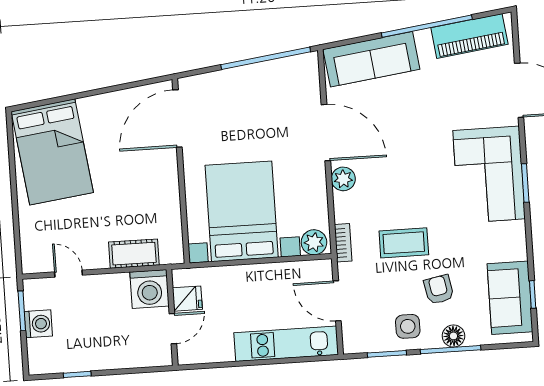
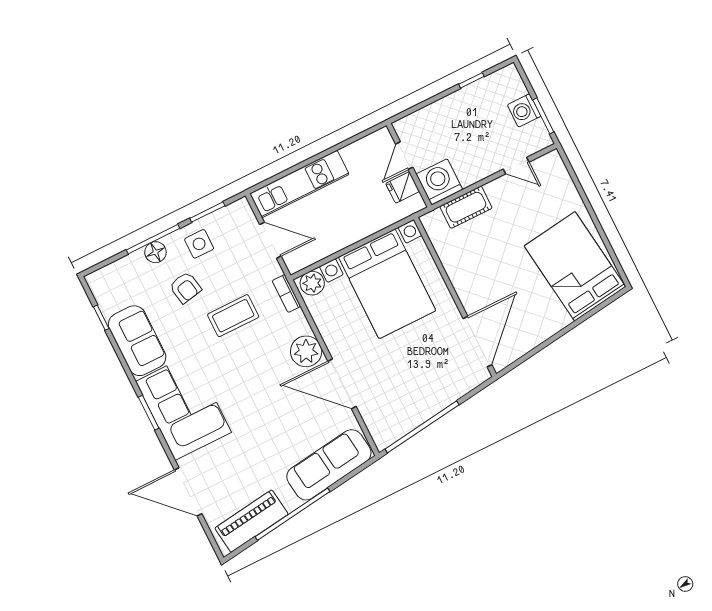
plant: (343, 179) -> (306, 351), width x1.36, depth x1.36
sofa: (510, 298) -> (137, 341), moved

